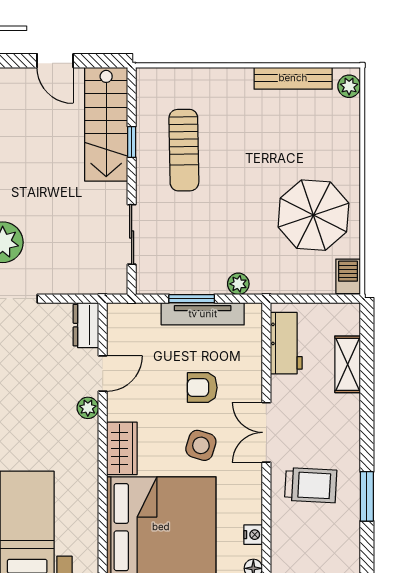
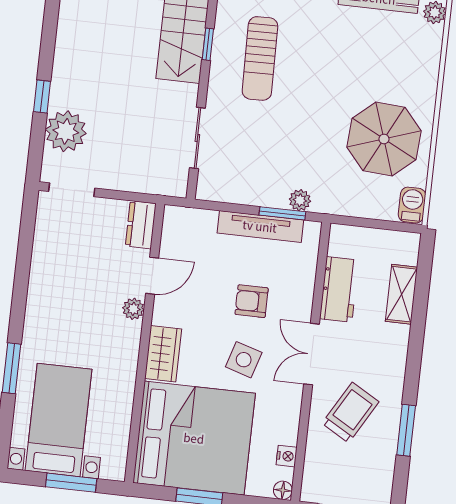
window: (192, 299) -> (282, 213), moved
workbench: (286, 343) -> (339, 289), moved
trolley: (311, 485) -> (350, 413), turned -63

